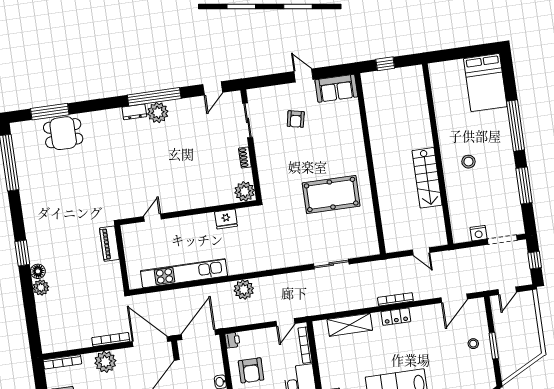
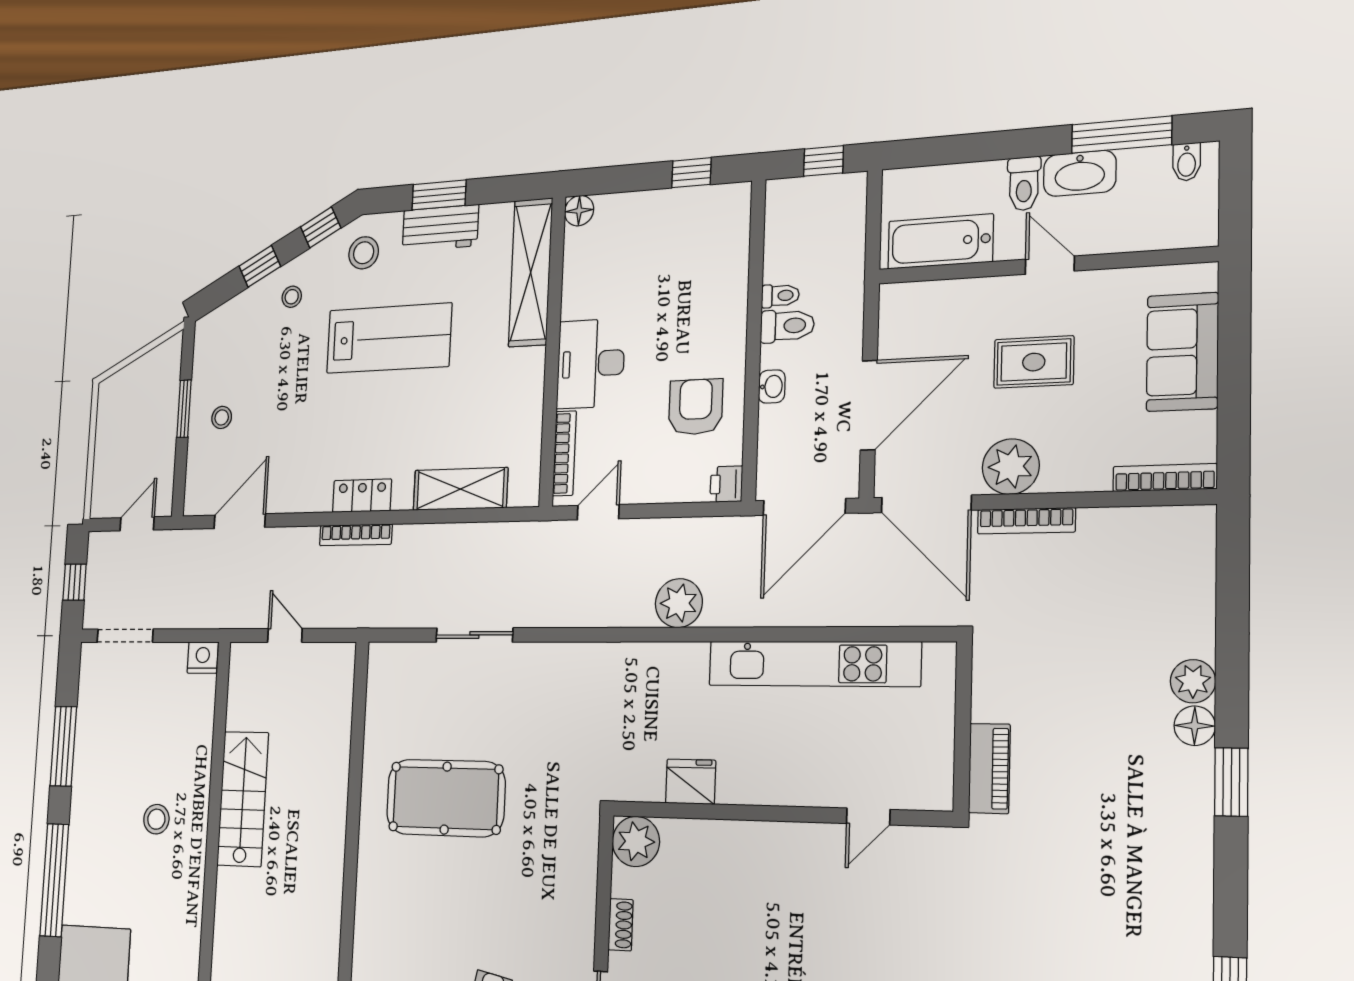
nightstand: (479, 233) -> (203, 658), moved
plant: (105, 362) -> (1011, 467), moved

